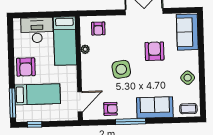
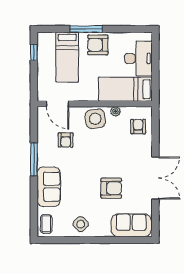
armchair: (98, 29) -> (138, 127), turned 90
side table: (121, 69) -> (95, 119), moved
window: (13, 103) -> (86, 29), moved
armchair: (111, 109) -> (66, 140), moved

